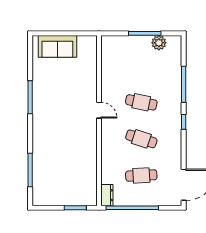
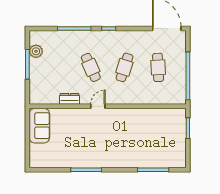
sofa: (57, 46) -> (39, 126), moved
cafe table: (141, 102) -> (91, 67), turned -36
dresser: (107, 195) -> (70, 99), moved

